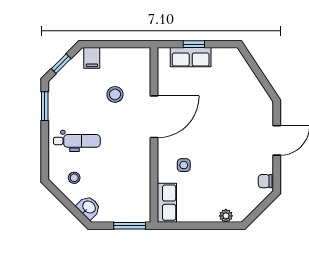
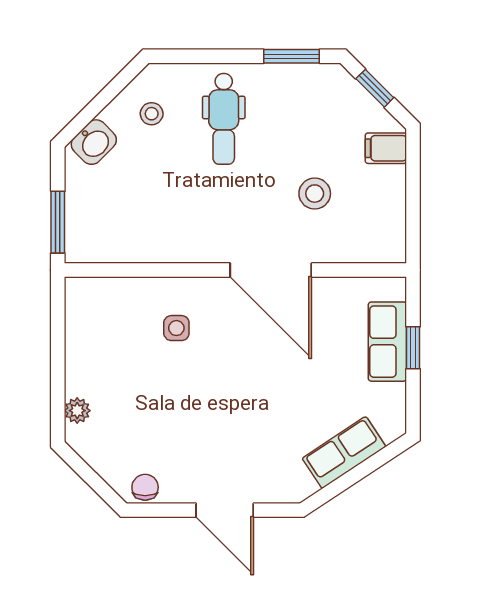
row of seats: (167, 203) -> (344, 452), moved, turned 147

